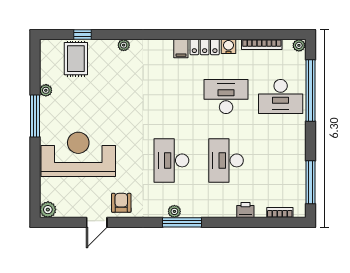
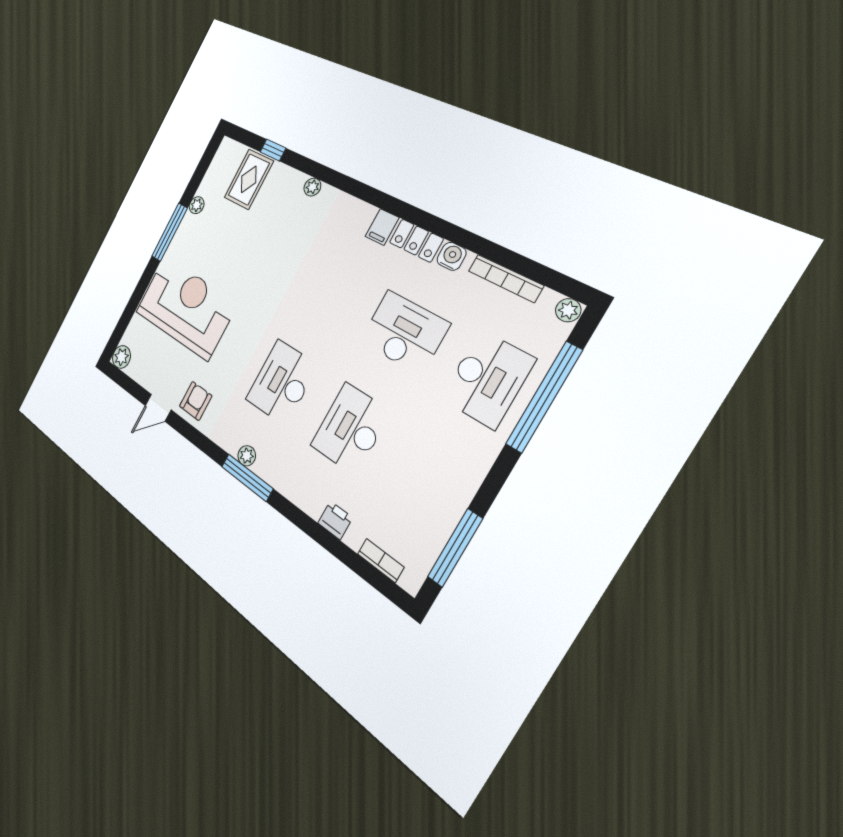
desk: (281, 97) -> (487, 379), turned -90

